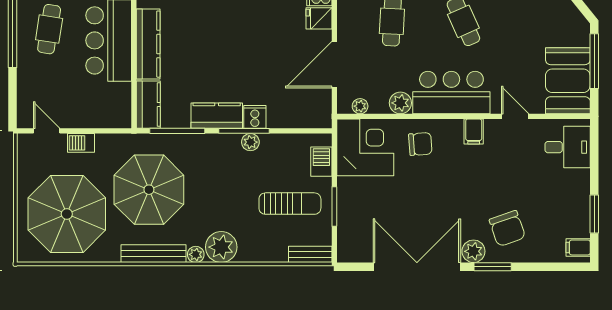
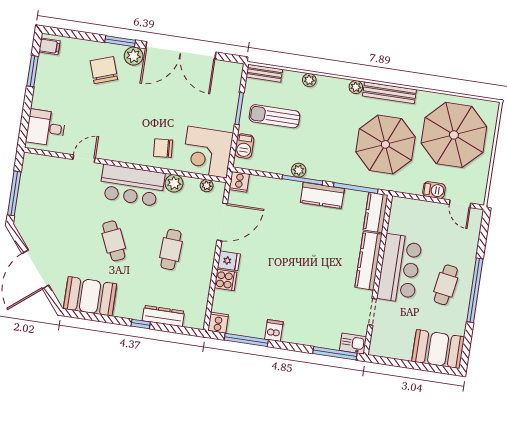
booth: (568, 81) -> (38, 181), removed
door: (515, 116) -> (84, 159), swing flipped
cooker: (255, 117) -> (239, 182), moved
filing cabinet: (474, 132) -> (119, 152), removed
plant: (221, 247) -> (309, 80), moved, width x0.53, depth x0.53

